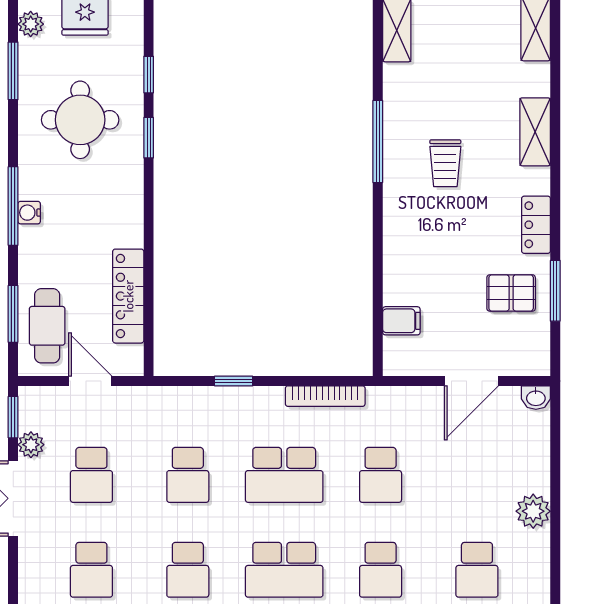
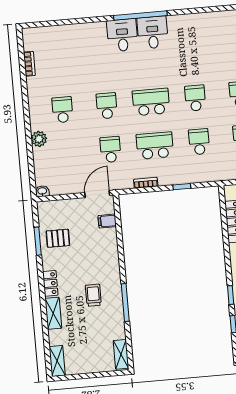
locker: (536, 225) -> (50, 283), moved
door: (471, 381) -> (97, 194), moved
bookcase: (325, 396) -> (146, 183), width x0.64

